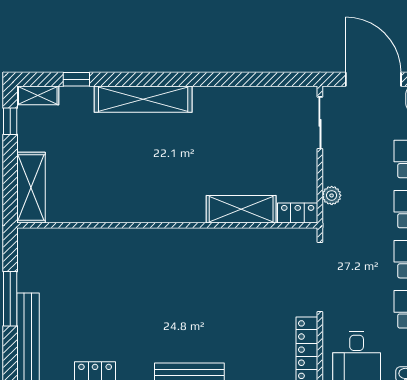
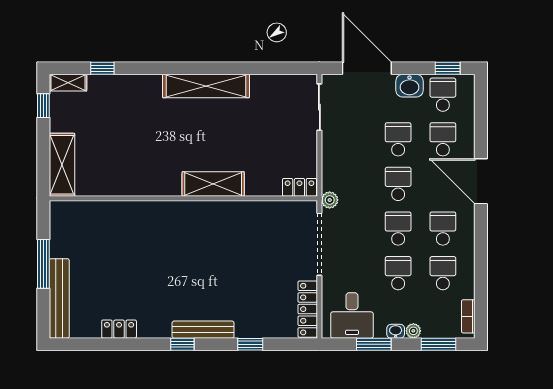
shelving: (143, 99) -> (206, 86), moved
plant: (332, 195) -> (330, 200), moved
shelving: (241, 209) -> (213, 184), moved

